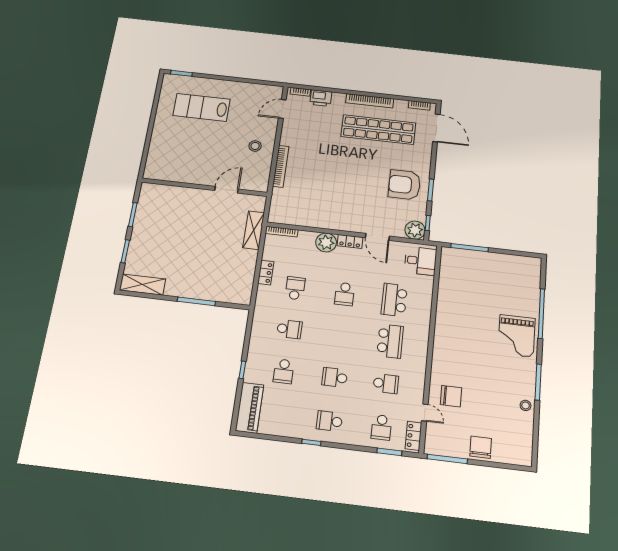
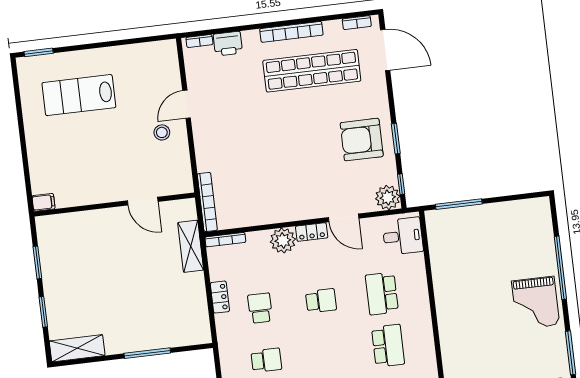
door: (282, 109) -> (186, 104), moved
bookcase: (281, 166) -> (207, 202), moved
filing cabinet: (152, 174) -> (43, 202), added
door: (226, 190) -> (143, 201), swing flipped
school desk: (345, 294) -> (321, 301), turned -90

